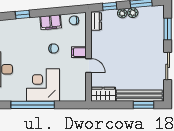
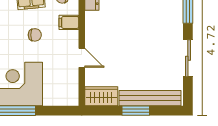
filing cabinet: (79, 52) -> (69, 22), moved
window: (143, 105) -> (136, 111), moved

